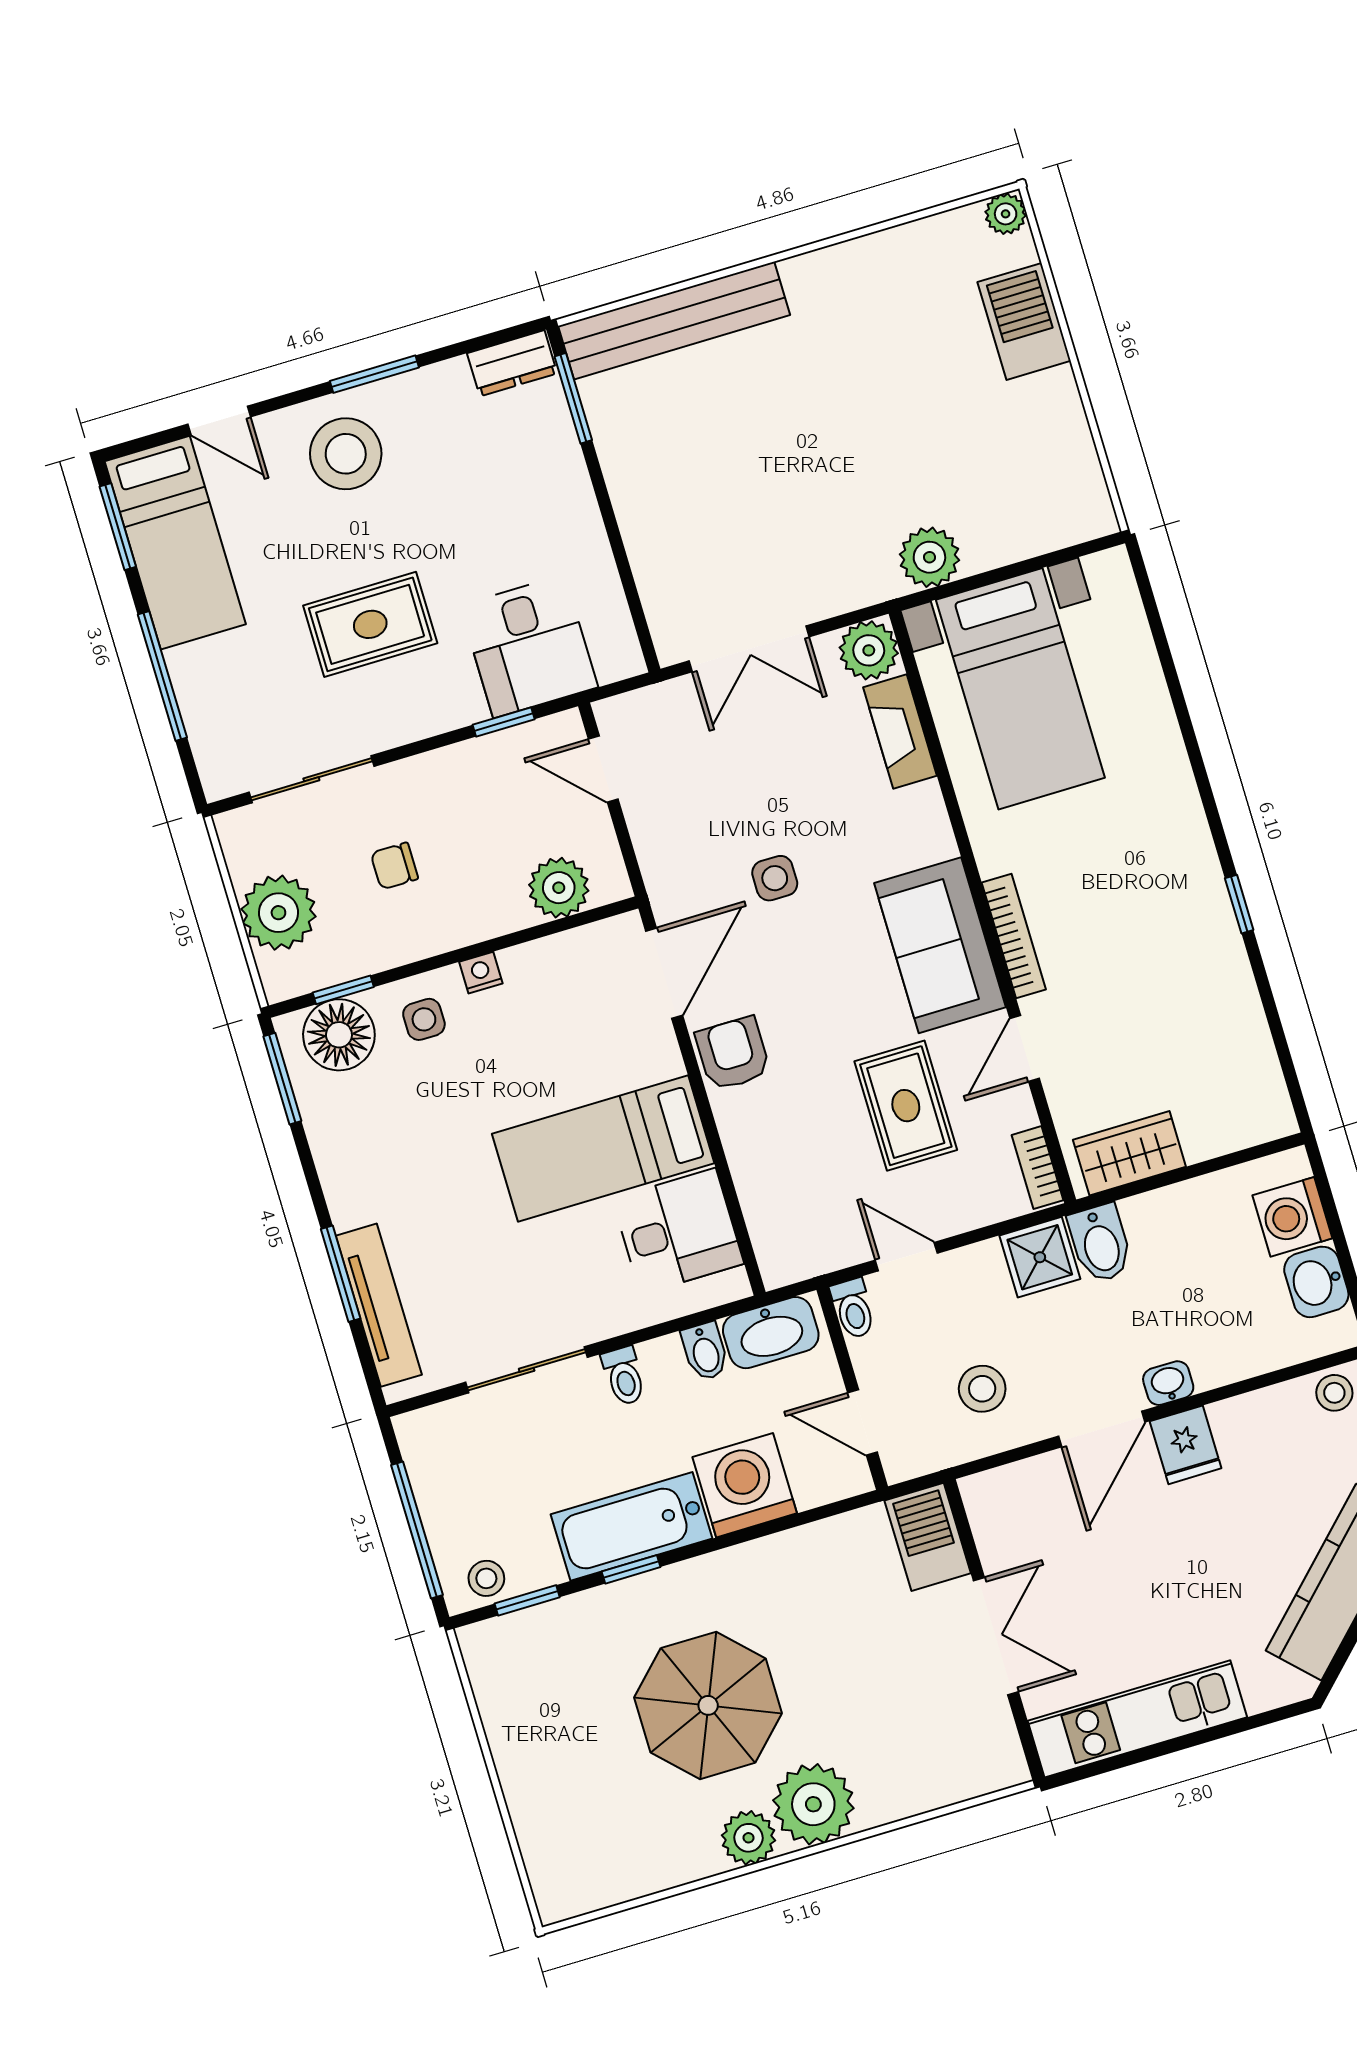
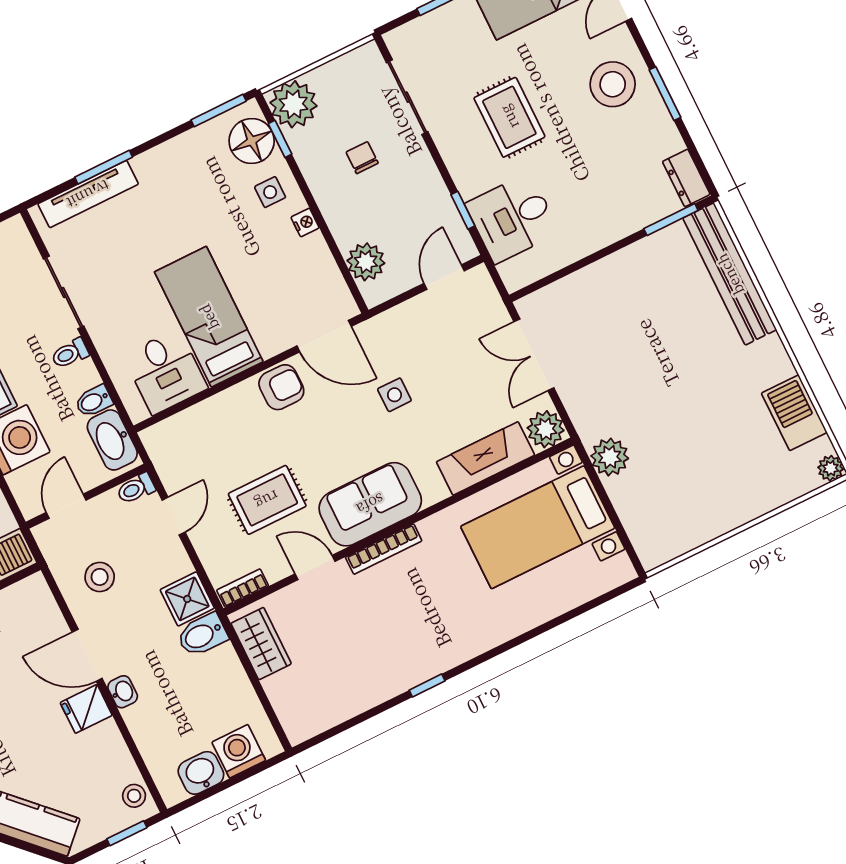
barbecue: (1024, 321) -> (794, 413), moved, turned -90
fireplace: (900, 732) -> (485, 458), width x1.37, depth x1.32
plant: (278, 913) -> (294, 104), moved

